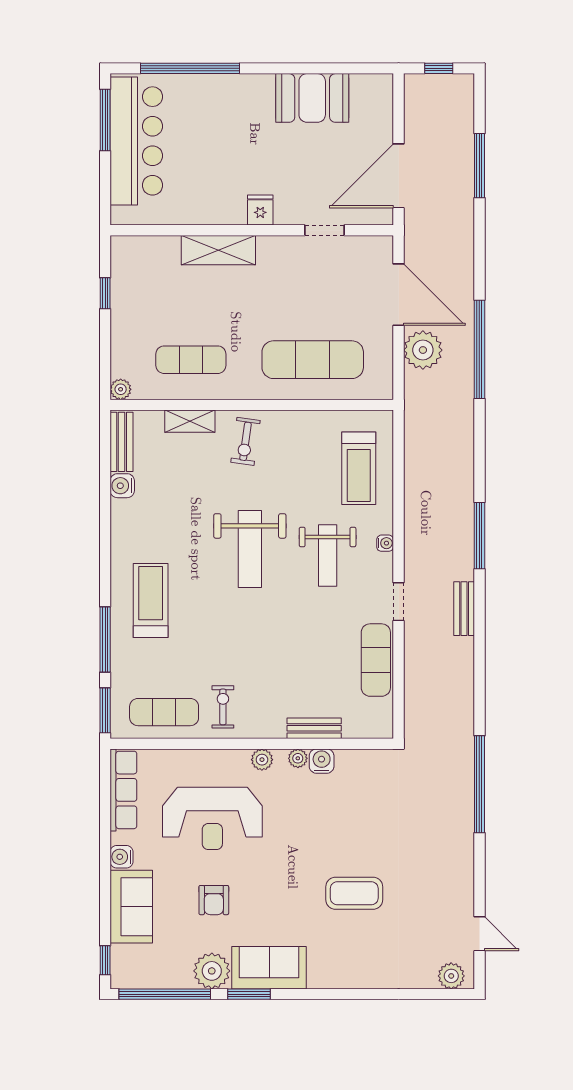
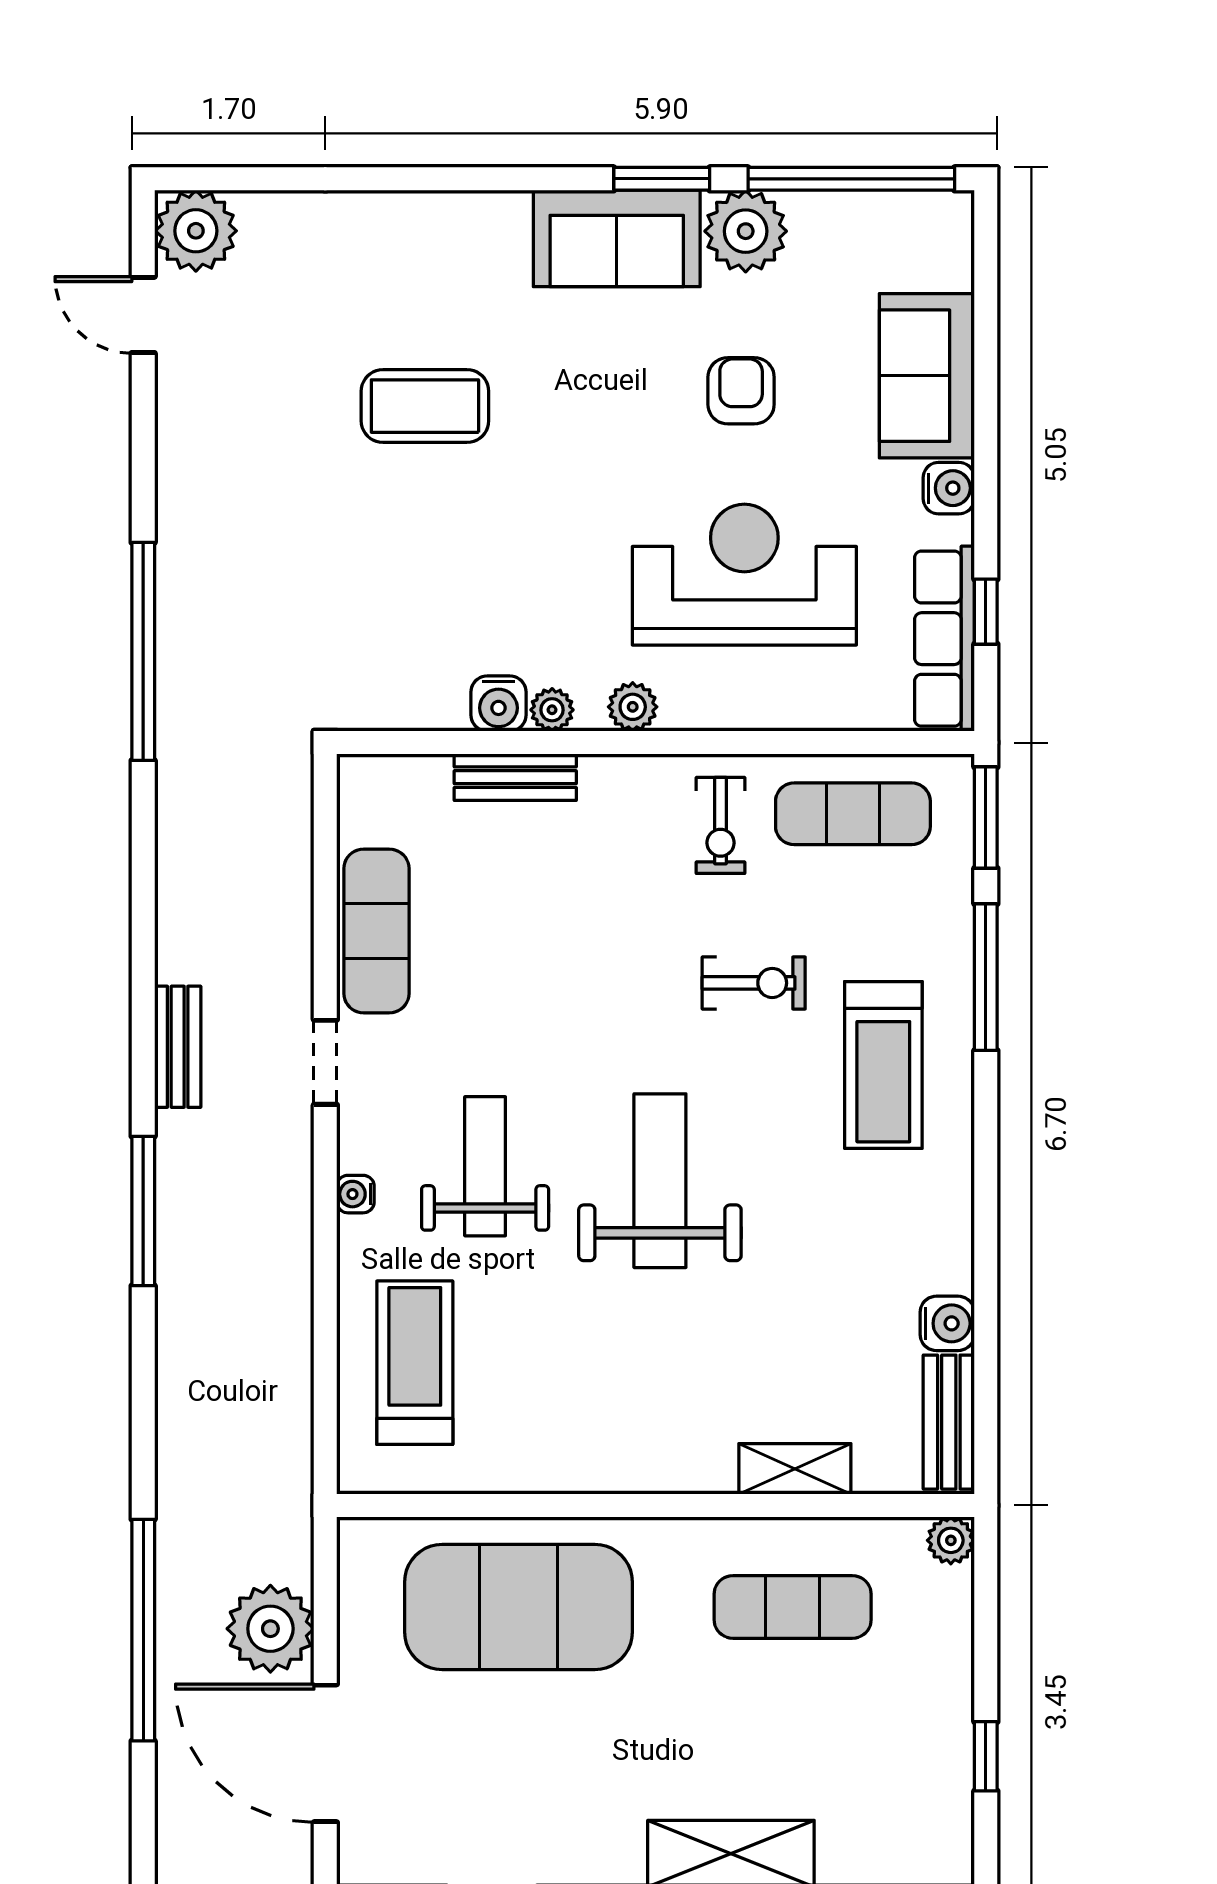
exercise mat: (313, 360) -> (518, 1607), width x1.47
exercise bike: (246, 441) -> (754, 983), moved, turned 82
window: (105, 960) -> (986, 612), moved
plant: (451, 976) -> (196, 231), width x1.36, depth x1.36

